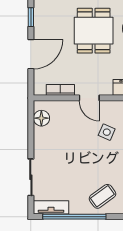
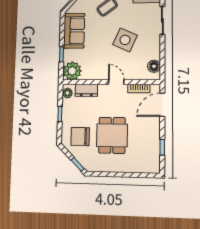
door: (31, 54) -> (162, 105), moved
side table: (107, 132) -> (125, 40), moved, width x1.87, depth x1.87

